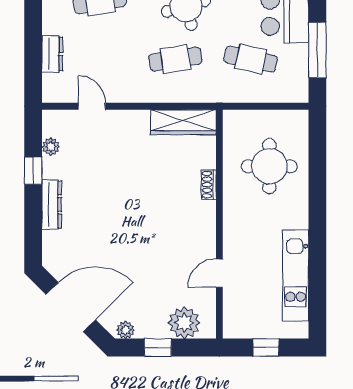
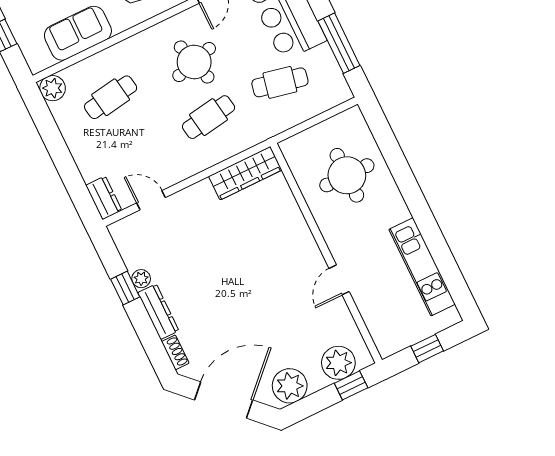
dresser: (52, 54) -> (104, 198), moved
plant: (51, 147) -> (141, 279), moved
shoe rack: (209, 185) -> (175, 352), moved, turned 180
door: (219, 273) -> (339, 280), moved
plant: (126, 330) -> (290, 386), width x1.88, depth x1.88
window: (158, 348) -> (351, 385), moved

